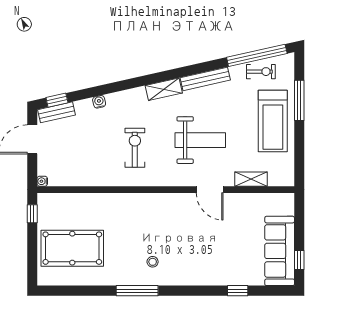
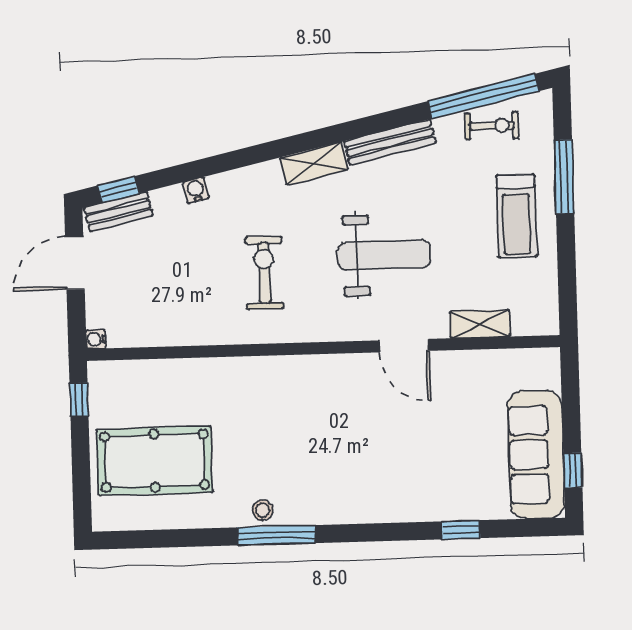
treadmill: (273, 121) -> (516, 216), width x0.73, depth x0.73
stool: (153, 262) -> (263, 510), moved

